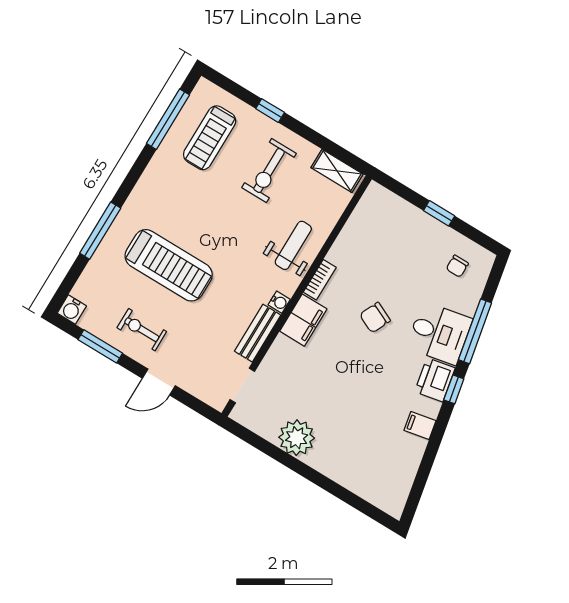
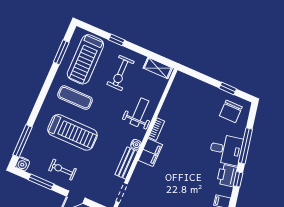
window: (168, 119) -> (61, 52), width x0.69
treadmill: (210, 138) -> (85, 59), width x1.37, depth x1.38
exercise mat: (182, 204) -> (75, 98), added
window: (439, 213) -> (228, 88), moved
window: (100, 231) -> (22, 141), moved
chair: (457, 266) -> (231, 111), width x1.87, depth x1.87
chair: (375, 318) -> (190, 146), removed

